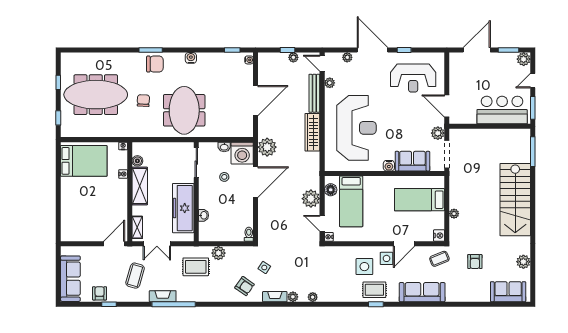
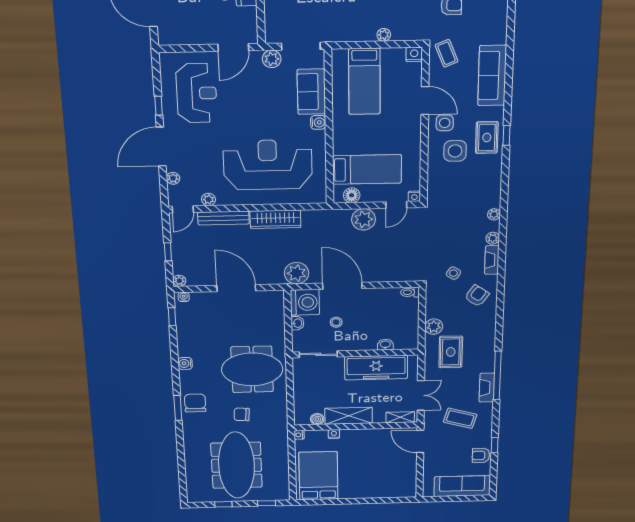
plant: (293, 57) -> (179, 281), moved

